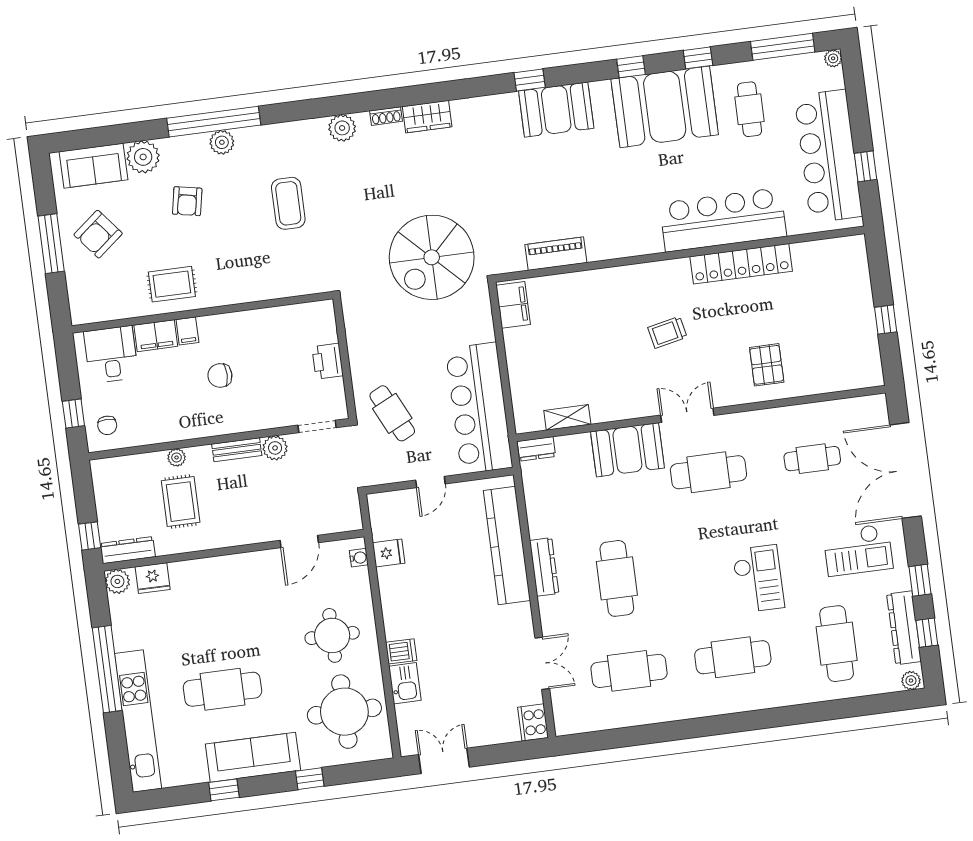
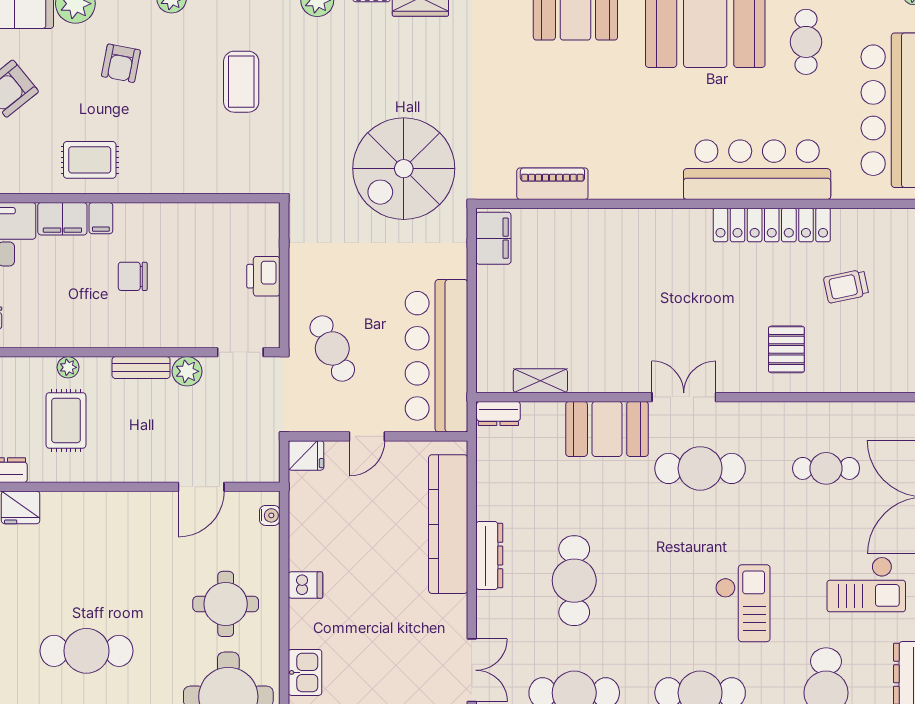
trolley: (667, 332) -> (846, 286), moved
fridge: (389, 553) -> (306, 455), moved
dishwasher: (401, 651) -> (305, 585), moved

